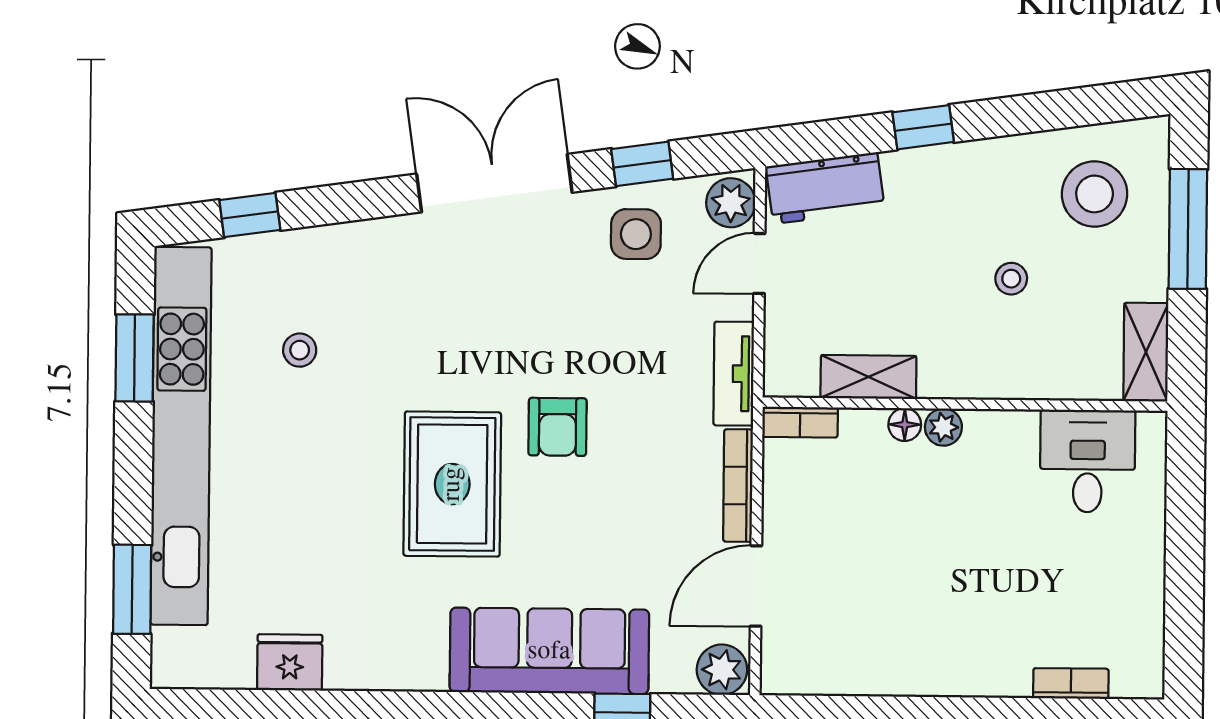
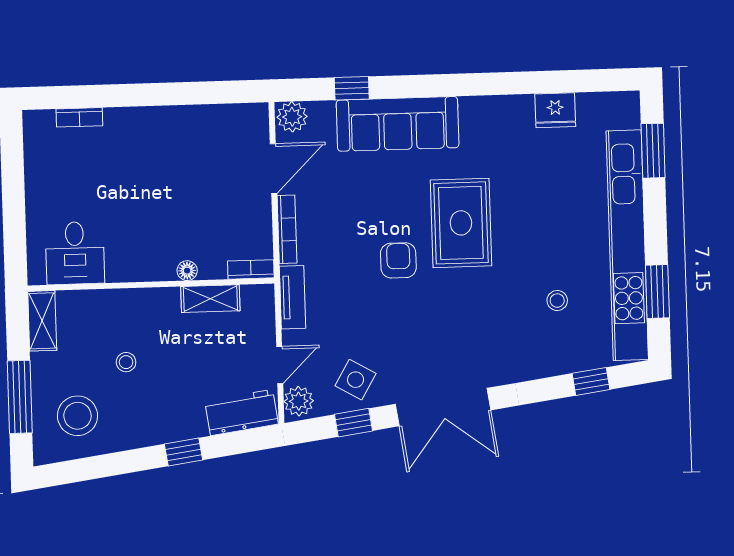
side table: (636, 234) -> (356, 380), turned 30
plant: (943, 427) -> (164, 270), removed

